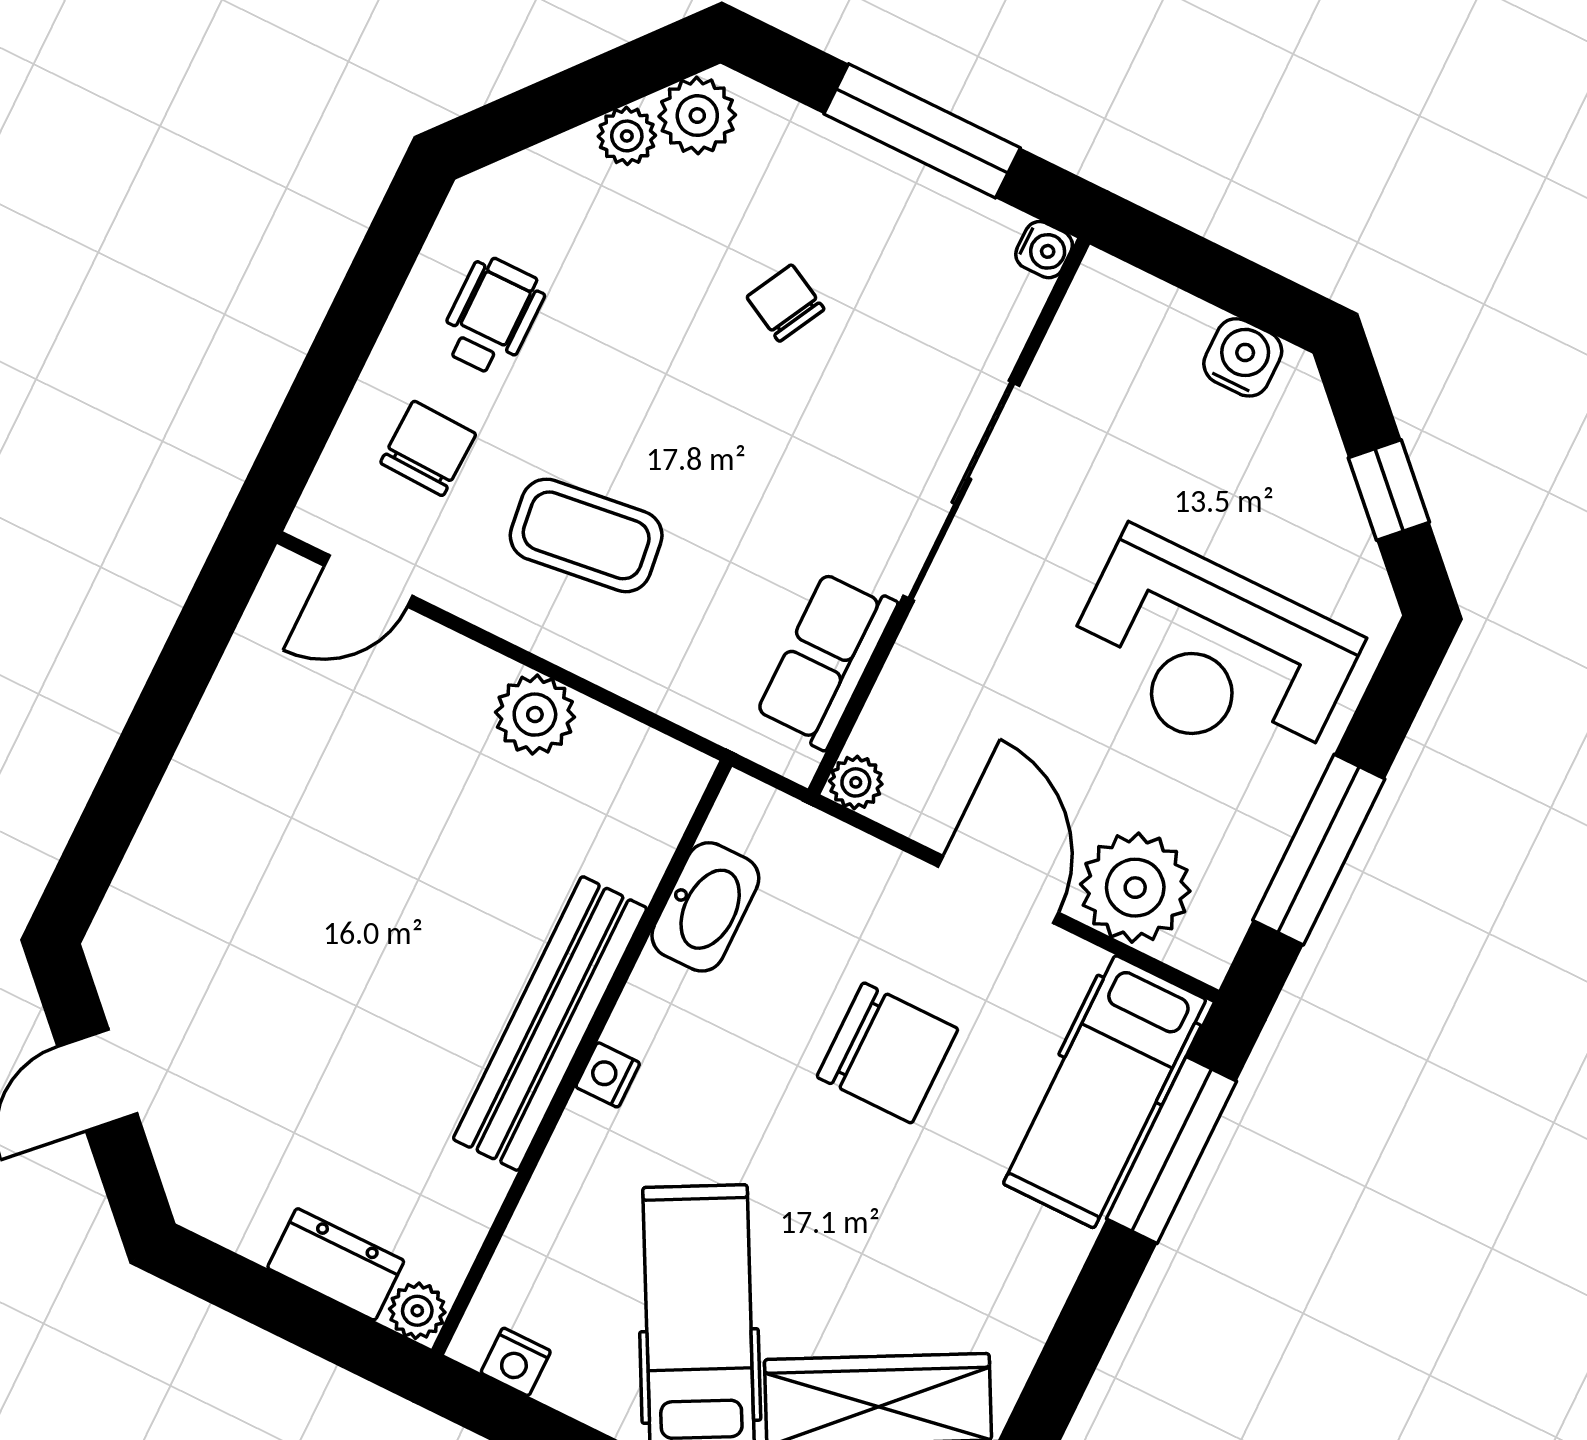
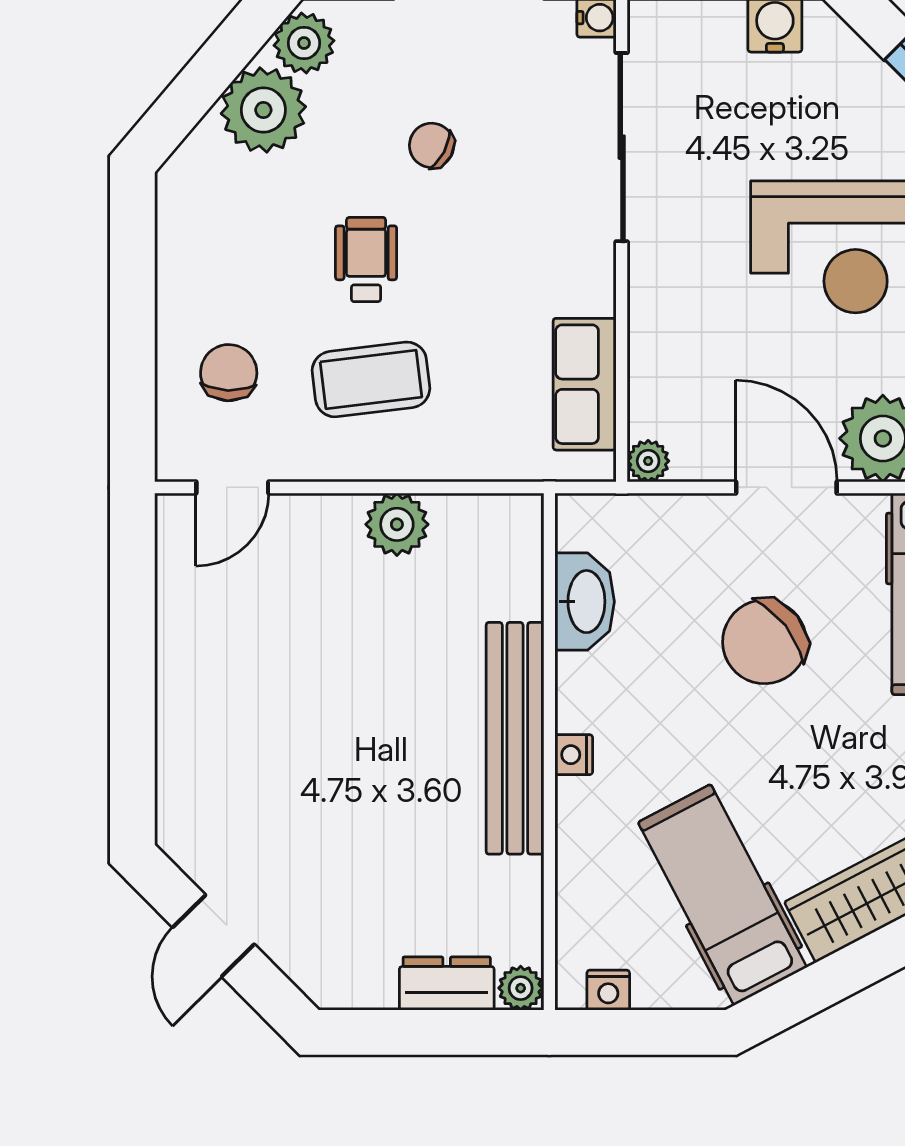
plant: (627, 136) -> (263, 110), width x1.87, depth x1.87
wheelchair: (492, 316) -> (366, 260), moved
sliding door: (961, 491) -> (622, 147), moved
chair: (887, 1053) -> (765, 642), turned 142

